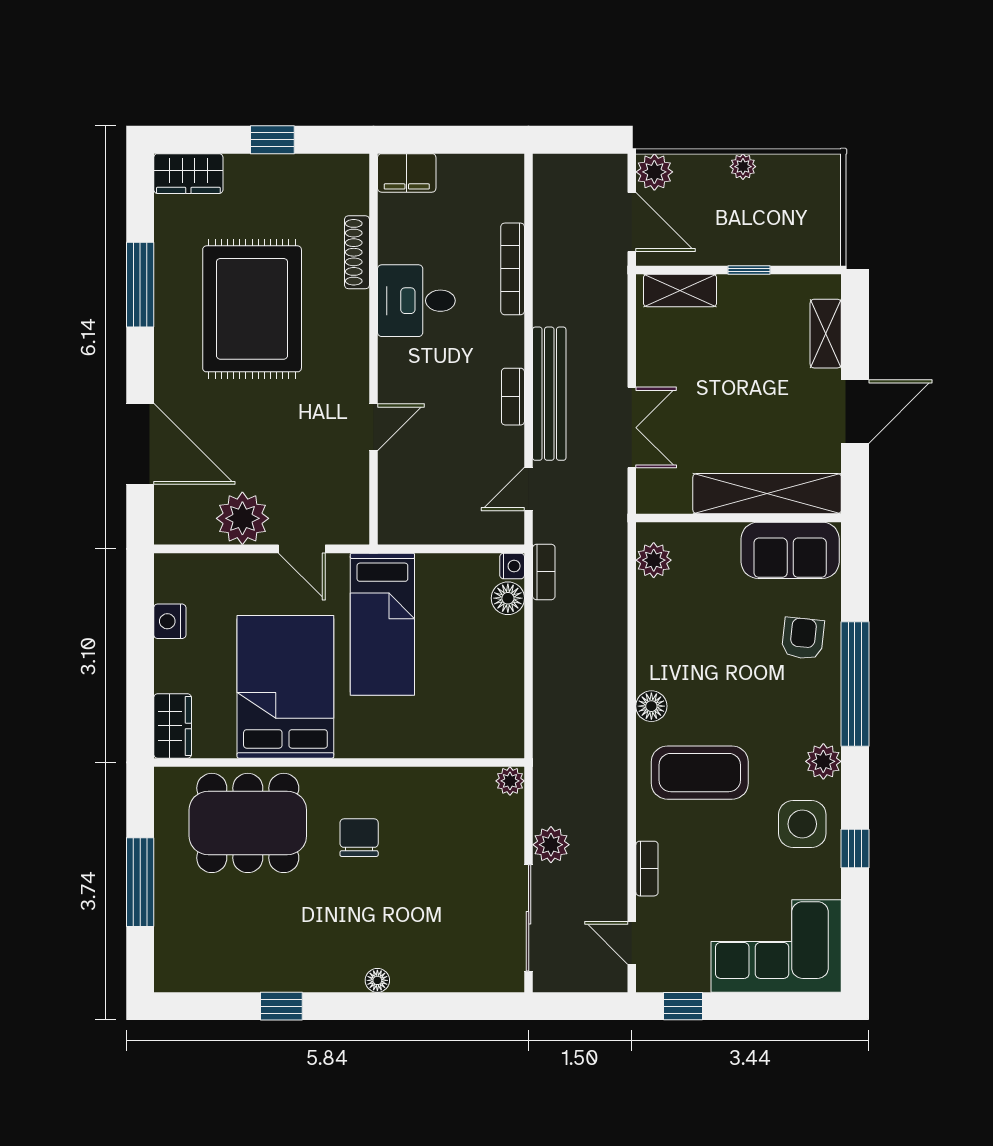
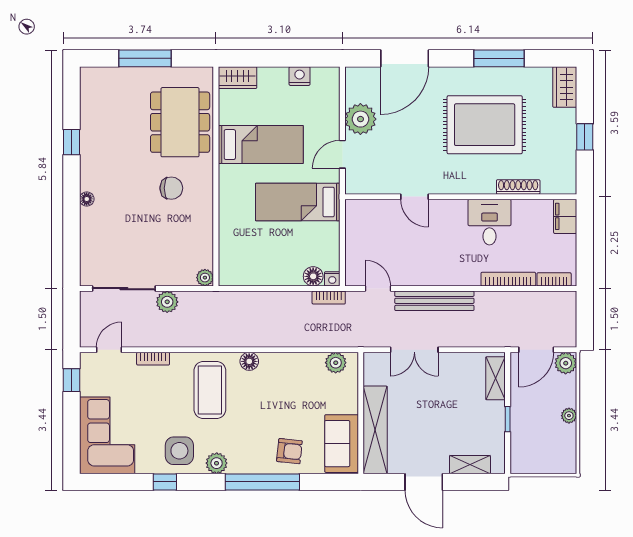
bookcase: (513, 397) -> (554, 279), moved
bed: (285, 687) -> (261, 145), width x0.67

